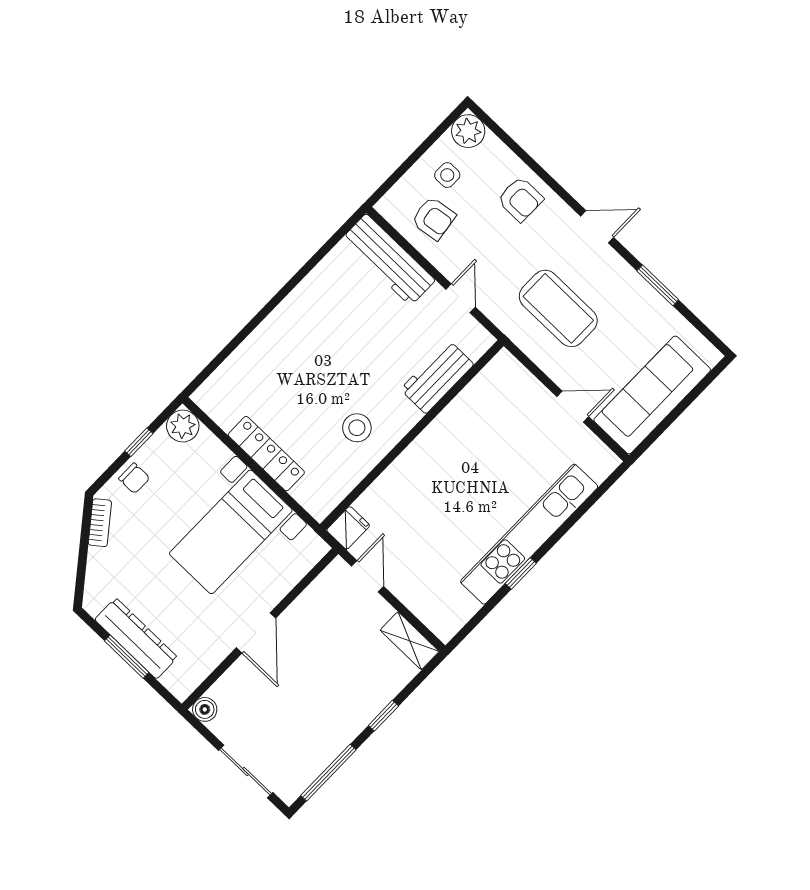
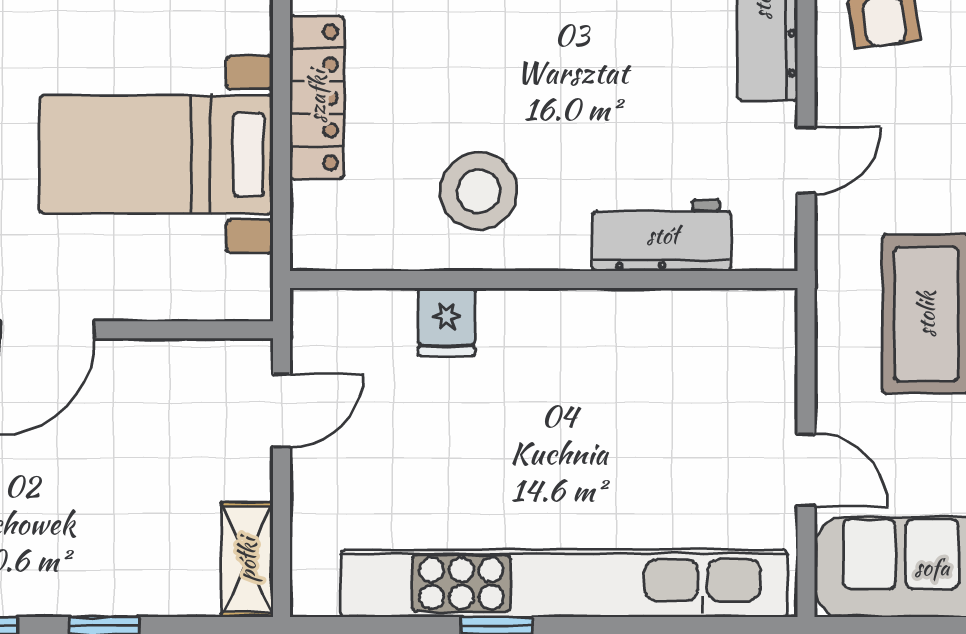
stool: (357, 428) -> (479, 191), width x1.38, depth x1.38
fridge: (348, 528) -> (447, 322), moved, turned 90
kitchen unit: (529, 534) -> (564, 583), width x1.36

